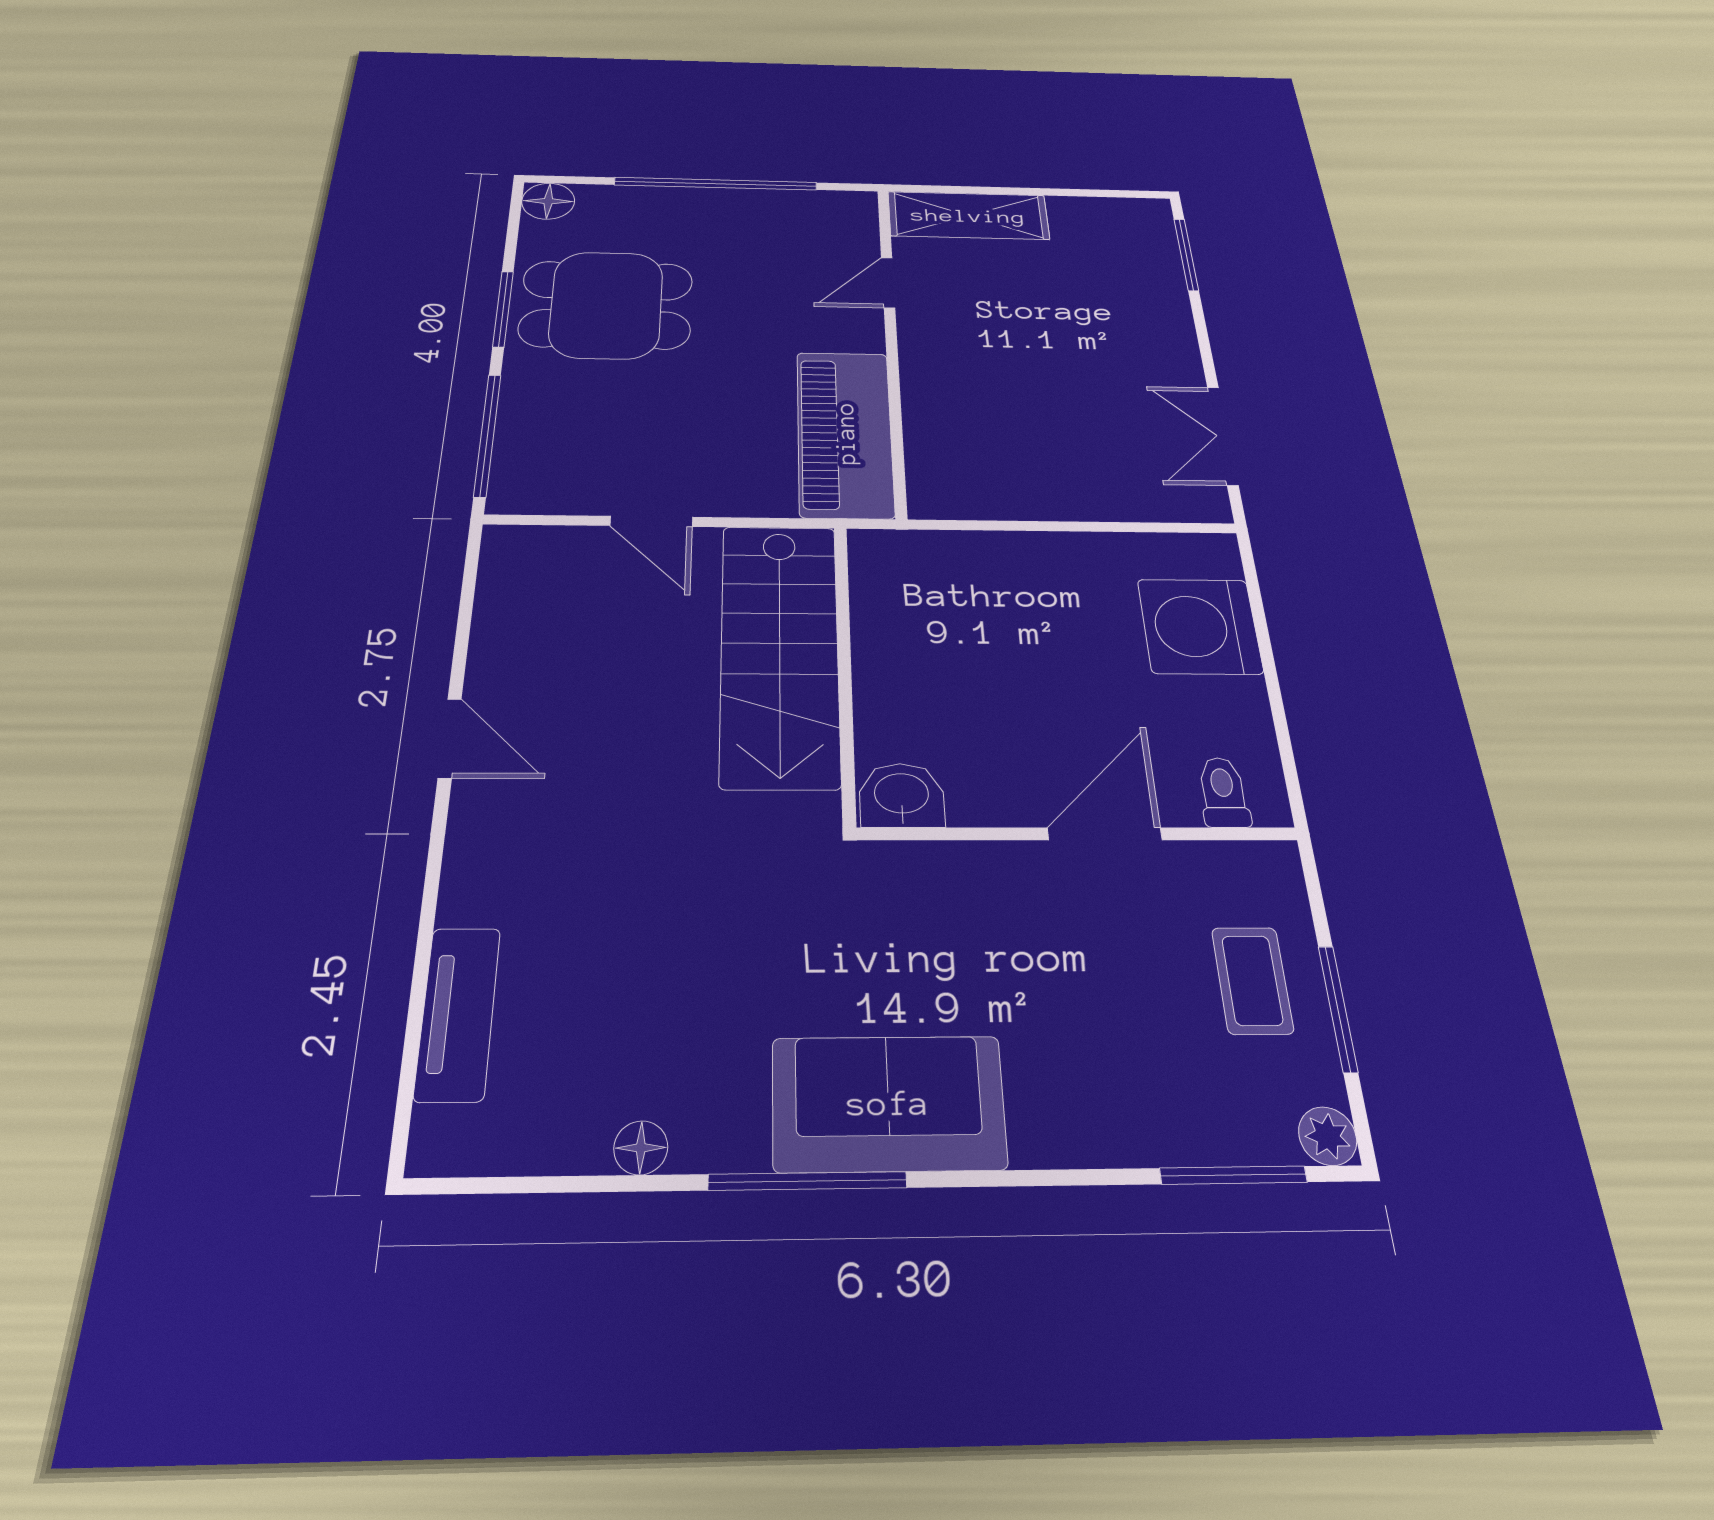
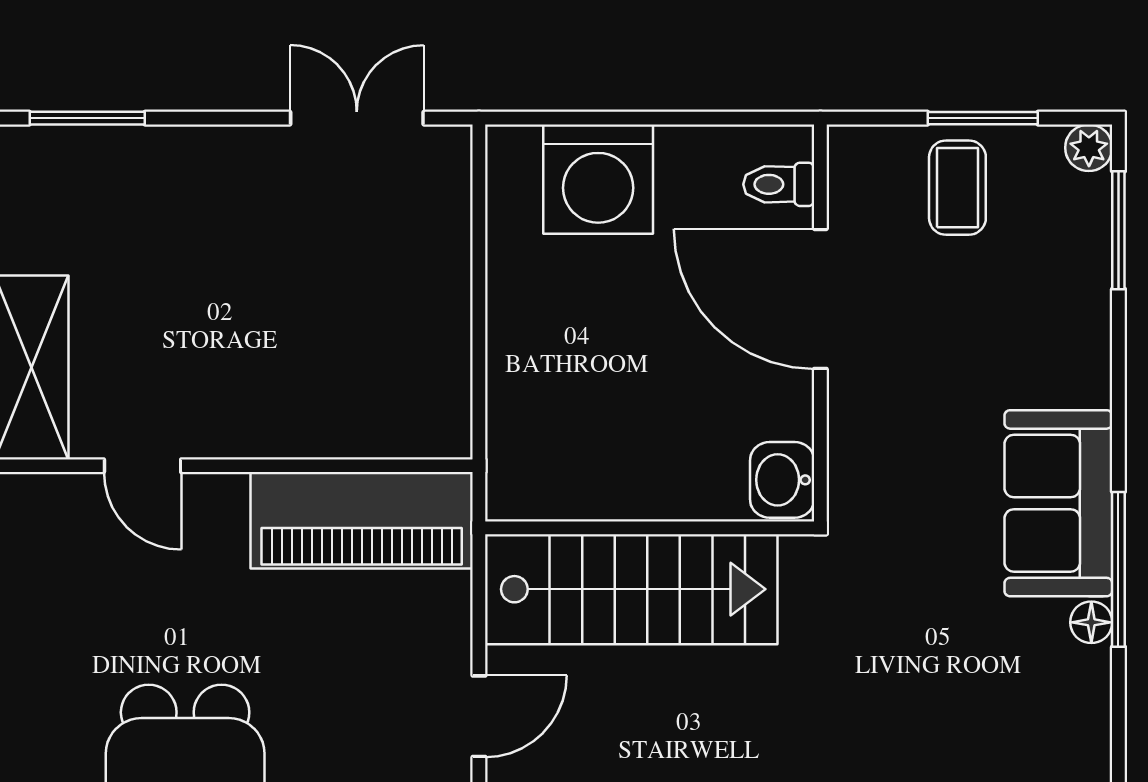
double door: (1223, 436) -> (357, 118), swing flipped
door: (1105, 834) -> (820, 299), width x1.36
coffee table: (1252, 980) -> (957, 188), turned 90
floor lamp: (641, 1148) -> (1091, 622), moved

